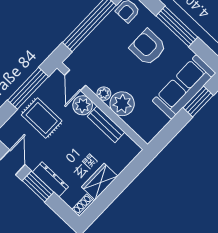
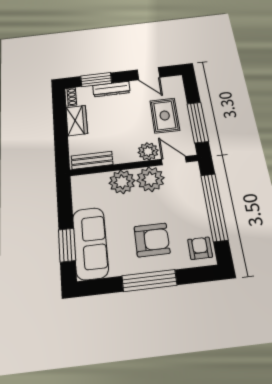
plant: (104, 94) -> (150, 179), width x1.88, depth x1.88
rug: (42, 118) -> (165, 116), turned 90
bench: (106, 124) -> (92, 160), moved
window: (38, 186) -> (96, 80), moved

